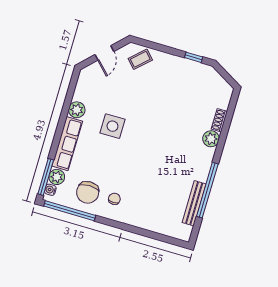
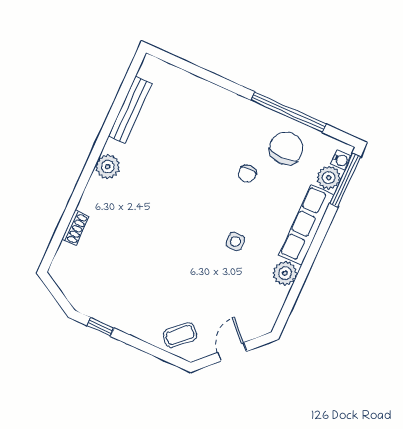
side table: (112, 126) -> (235, 242), width x0.54, depth x0.54
plant: (211, 139) -> (108, 167), moved
window: (207, 190) -> (108, 127), removed
chair: (114, 199) -> (247, 174), moved
window: (70, 211) -> (288, 112), moved

